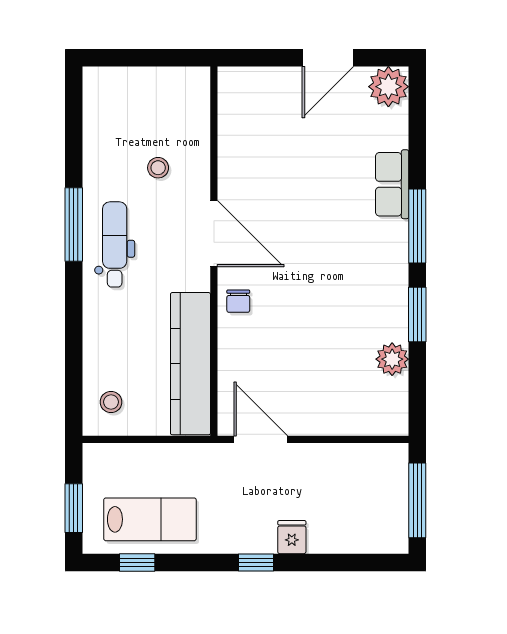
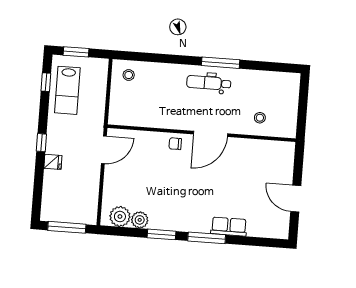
plant: (388, 87) -> (120, 217), moved
stool: (158, 168) -> (260, 118), moved
dental chair: (115, 244) -> (209, 83), turned 180
kitchen counter: (190, 364) -> (145, 117), removed

